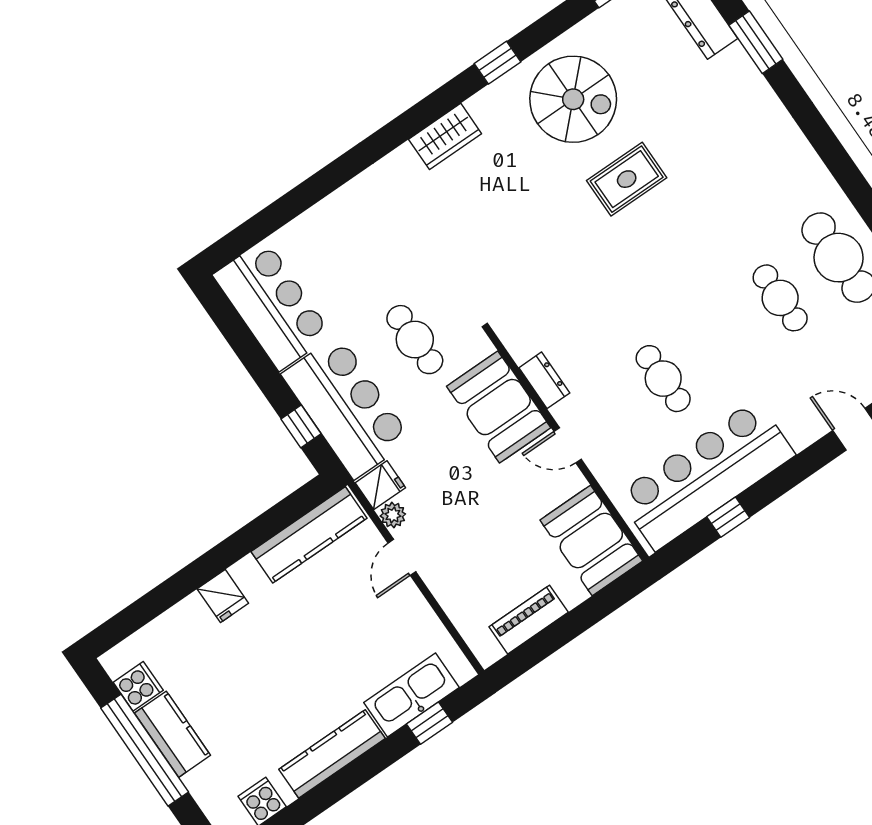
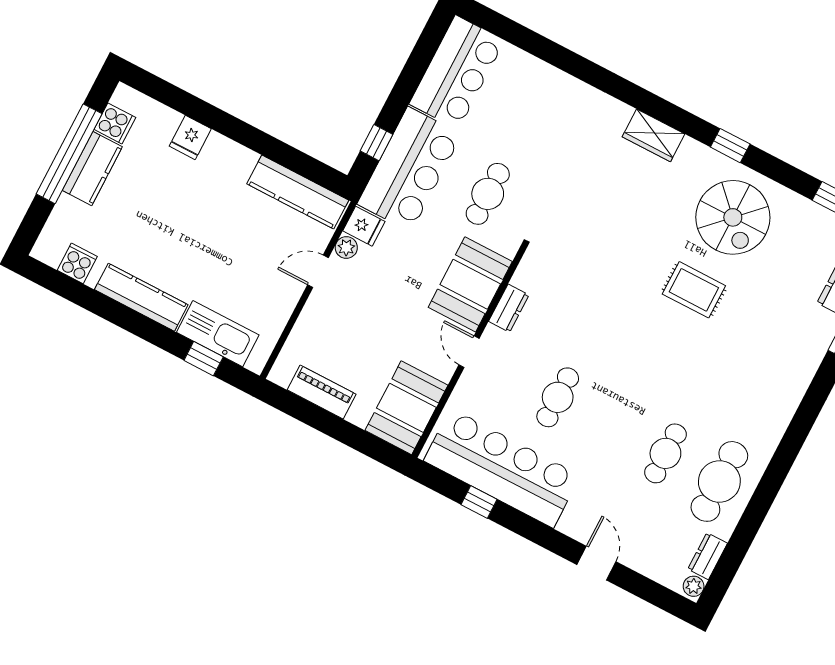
fridge: (223, 596) -> (190, 137), moved

